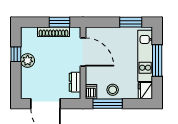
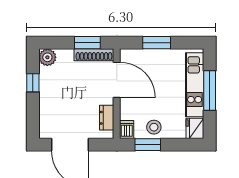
window: (131, 22) -> (157, 43), moved
shoe rack: (53, 32) -> (94, 55), moved
plant: (28, 60) -> (47, 57), moved
window: (108, 104) -> (148, 145), width x0.69

